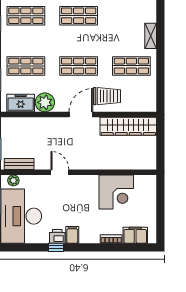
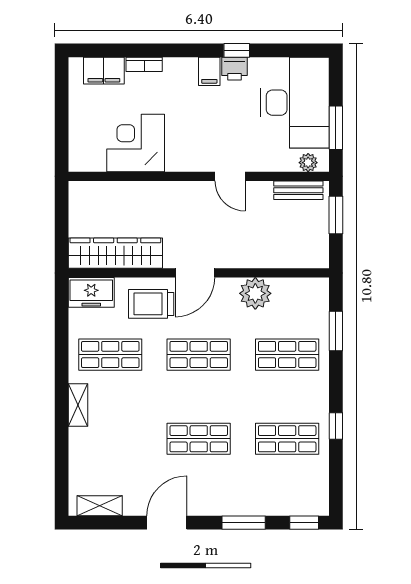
freezer: (21, 103) -> (91, 292), moved

